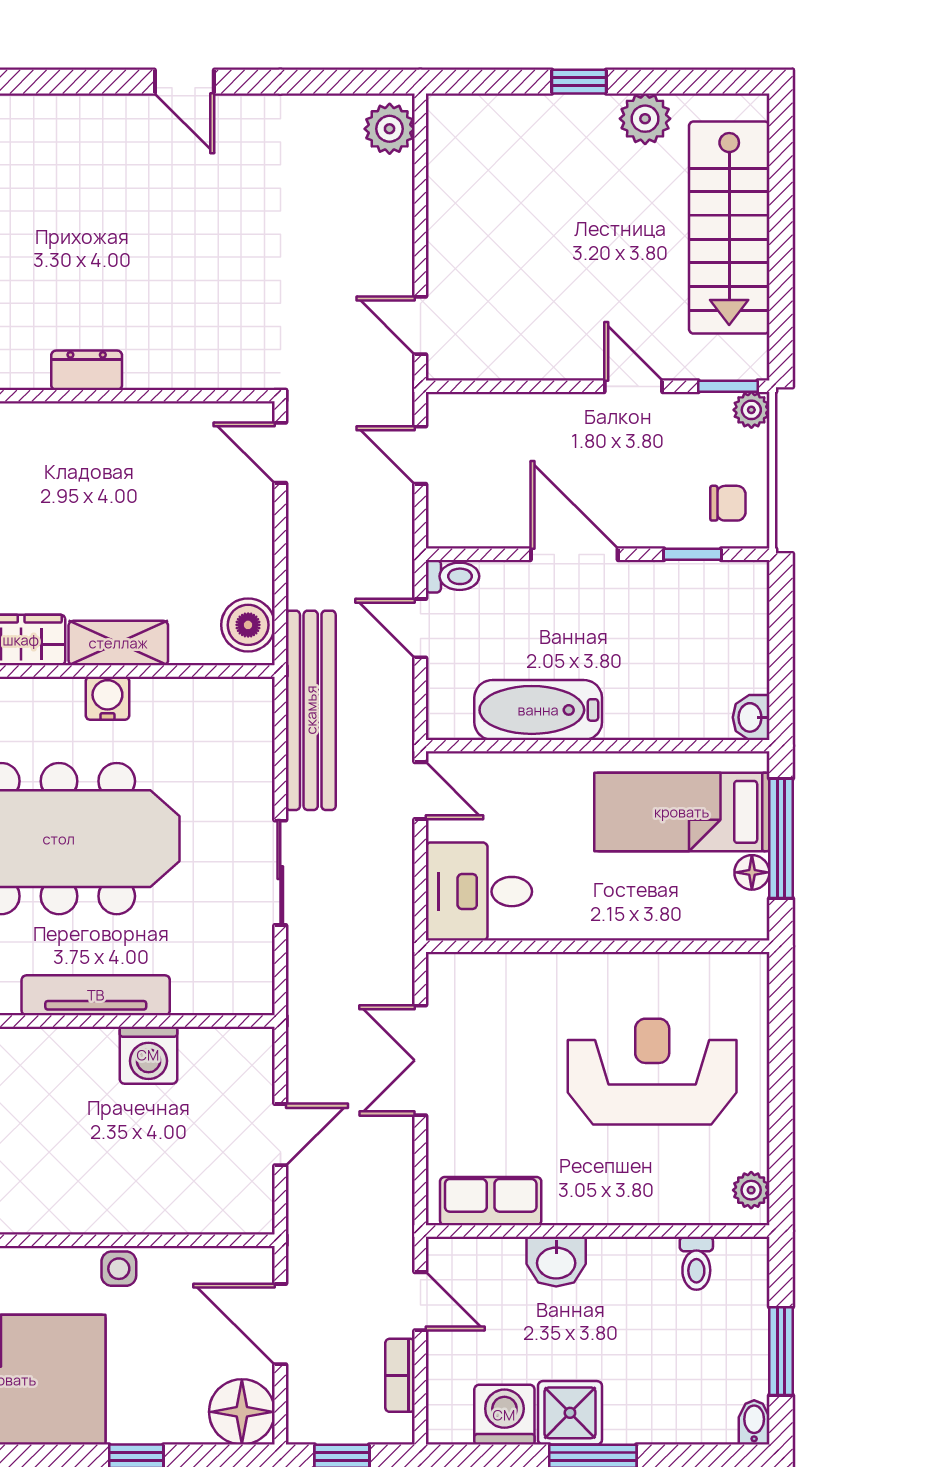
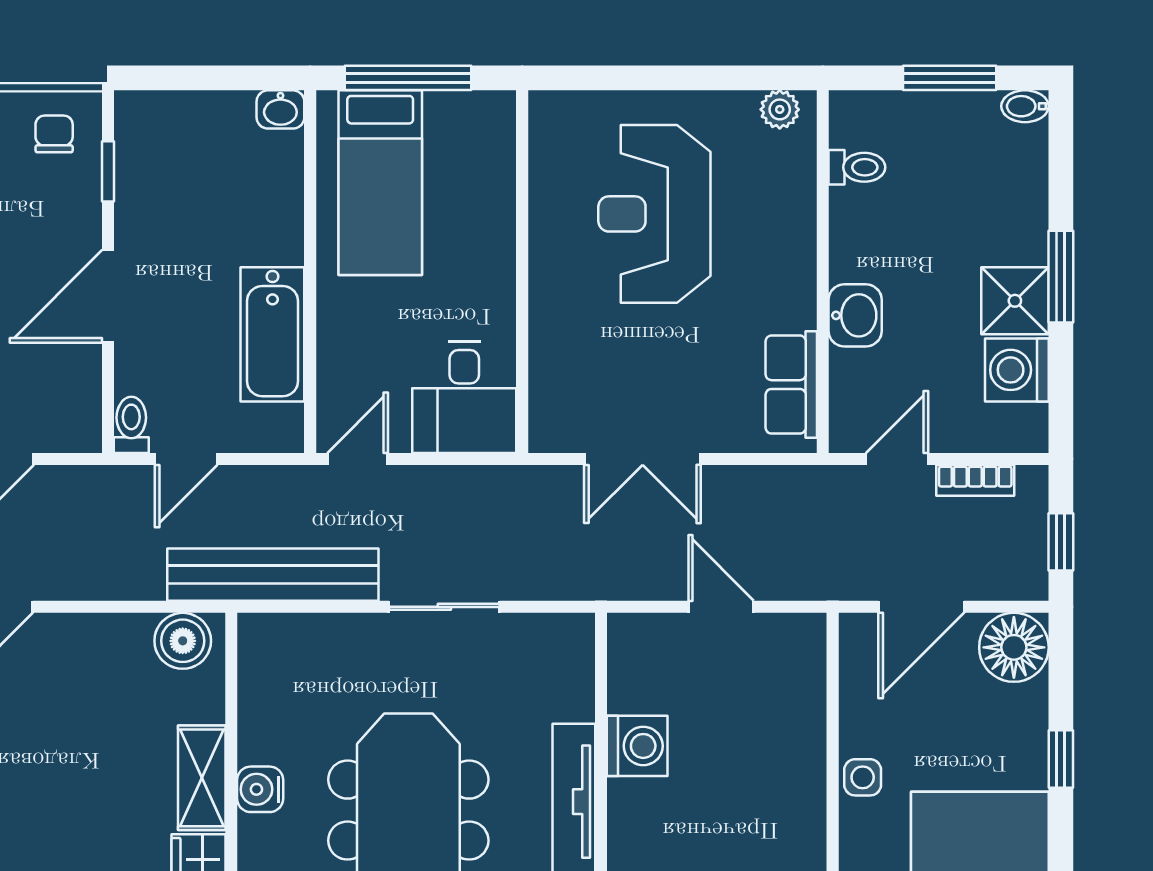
floor lamp: (752, 872) -> (444, 109), removed

